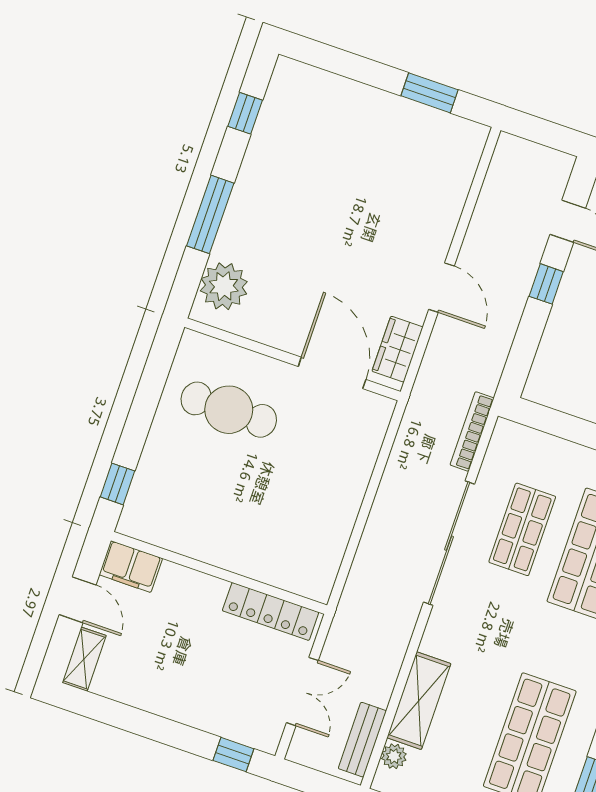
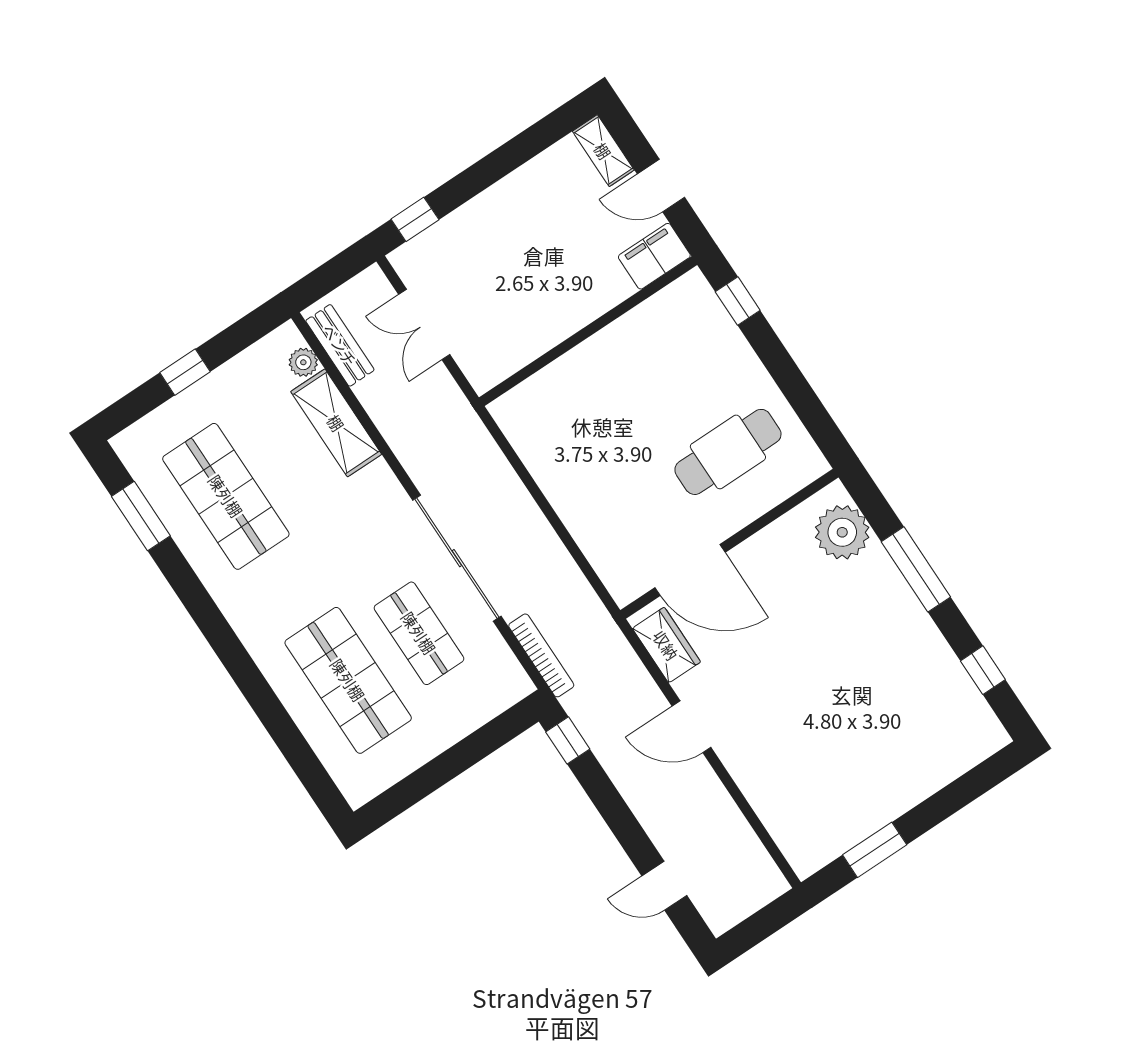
window: (546, 284) -> (568, 740), moved
locker: (271, 611) -> (518, 351), removed

